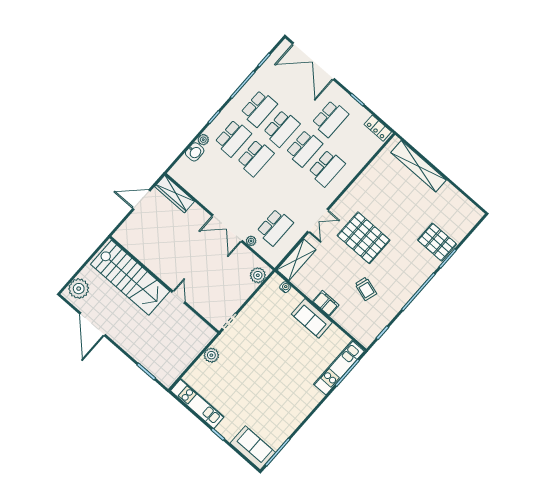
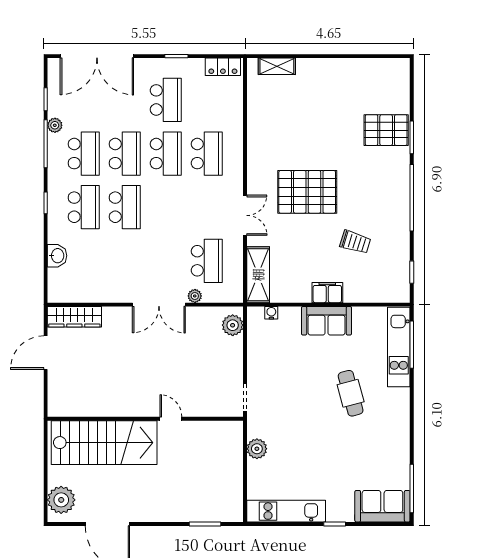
plant: (203, 140) -> (55, 125), moved
shelving: (419, 166) -> (277, 66), width x0.45, depth x0.75
cafe table: (290, 370) -> (351, 393), added

